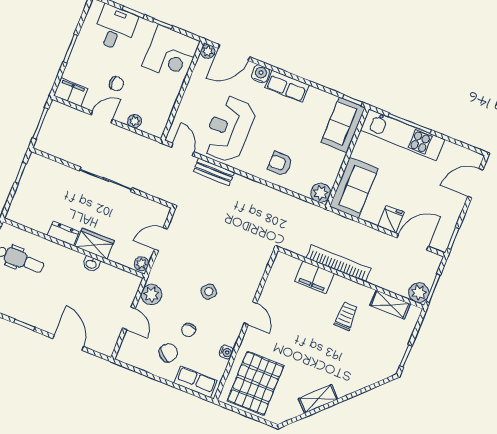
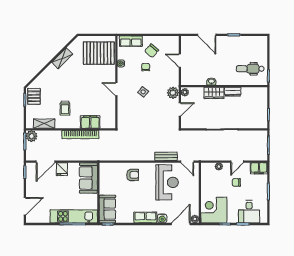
plant: (321, 193) -> (105, 168), removed
plant: (151, 295) -> (173, 93), moved
pallet: (389, 355) -> (34, 96), added
pallet: (255, 383) -> (99, 53), turned 90

